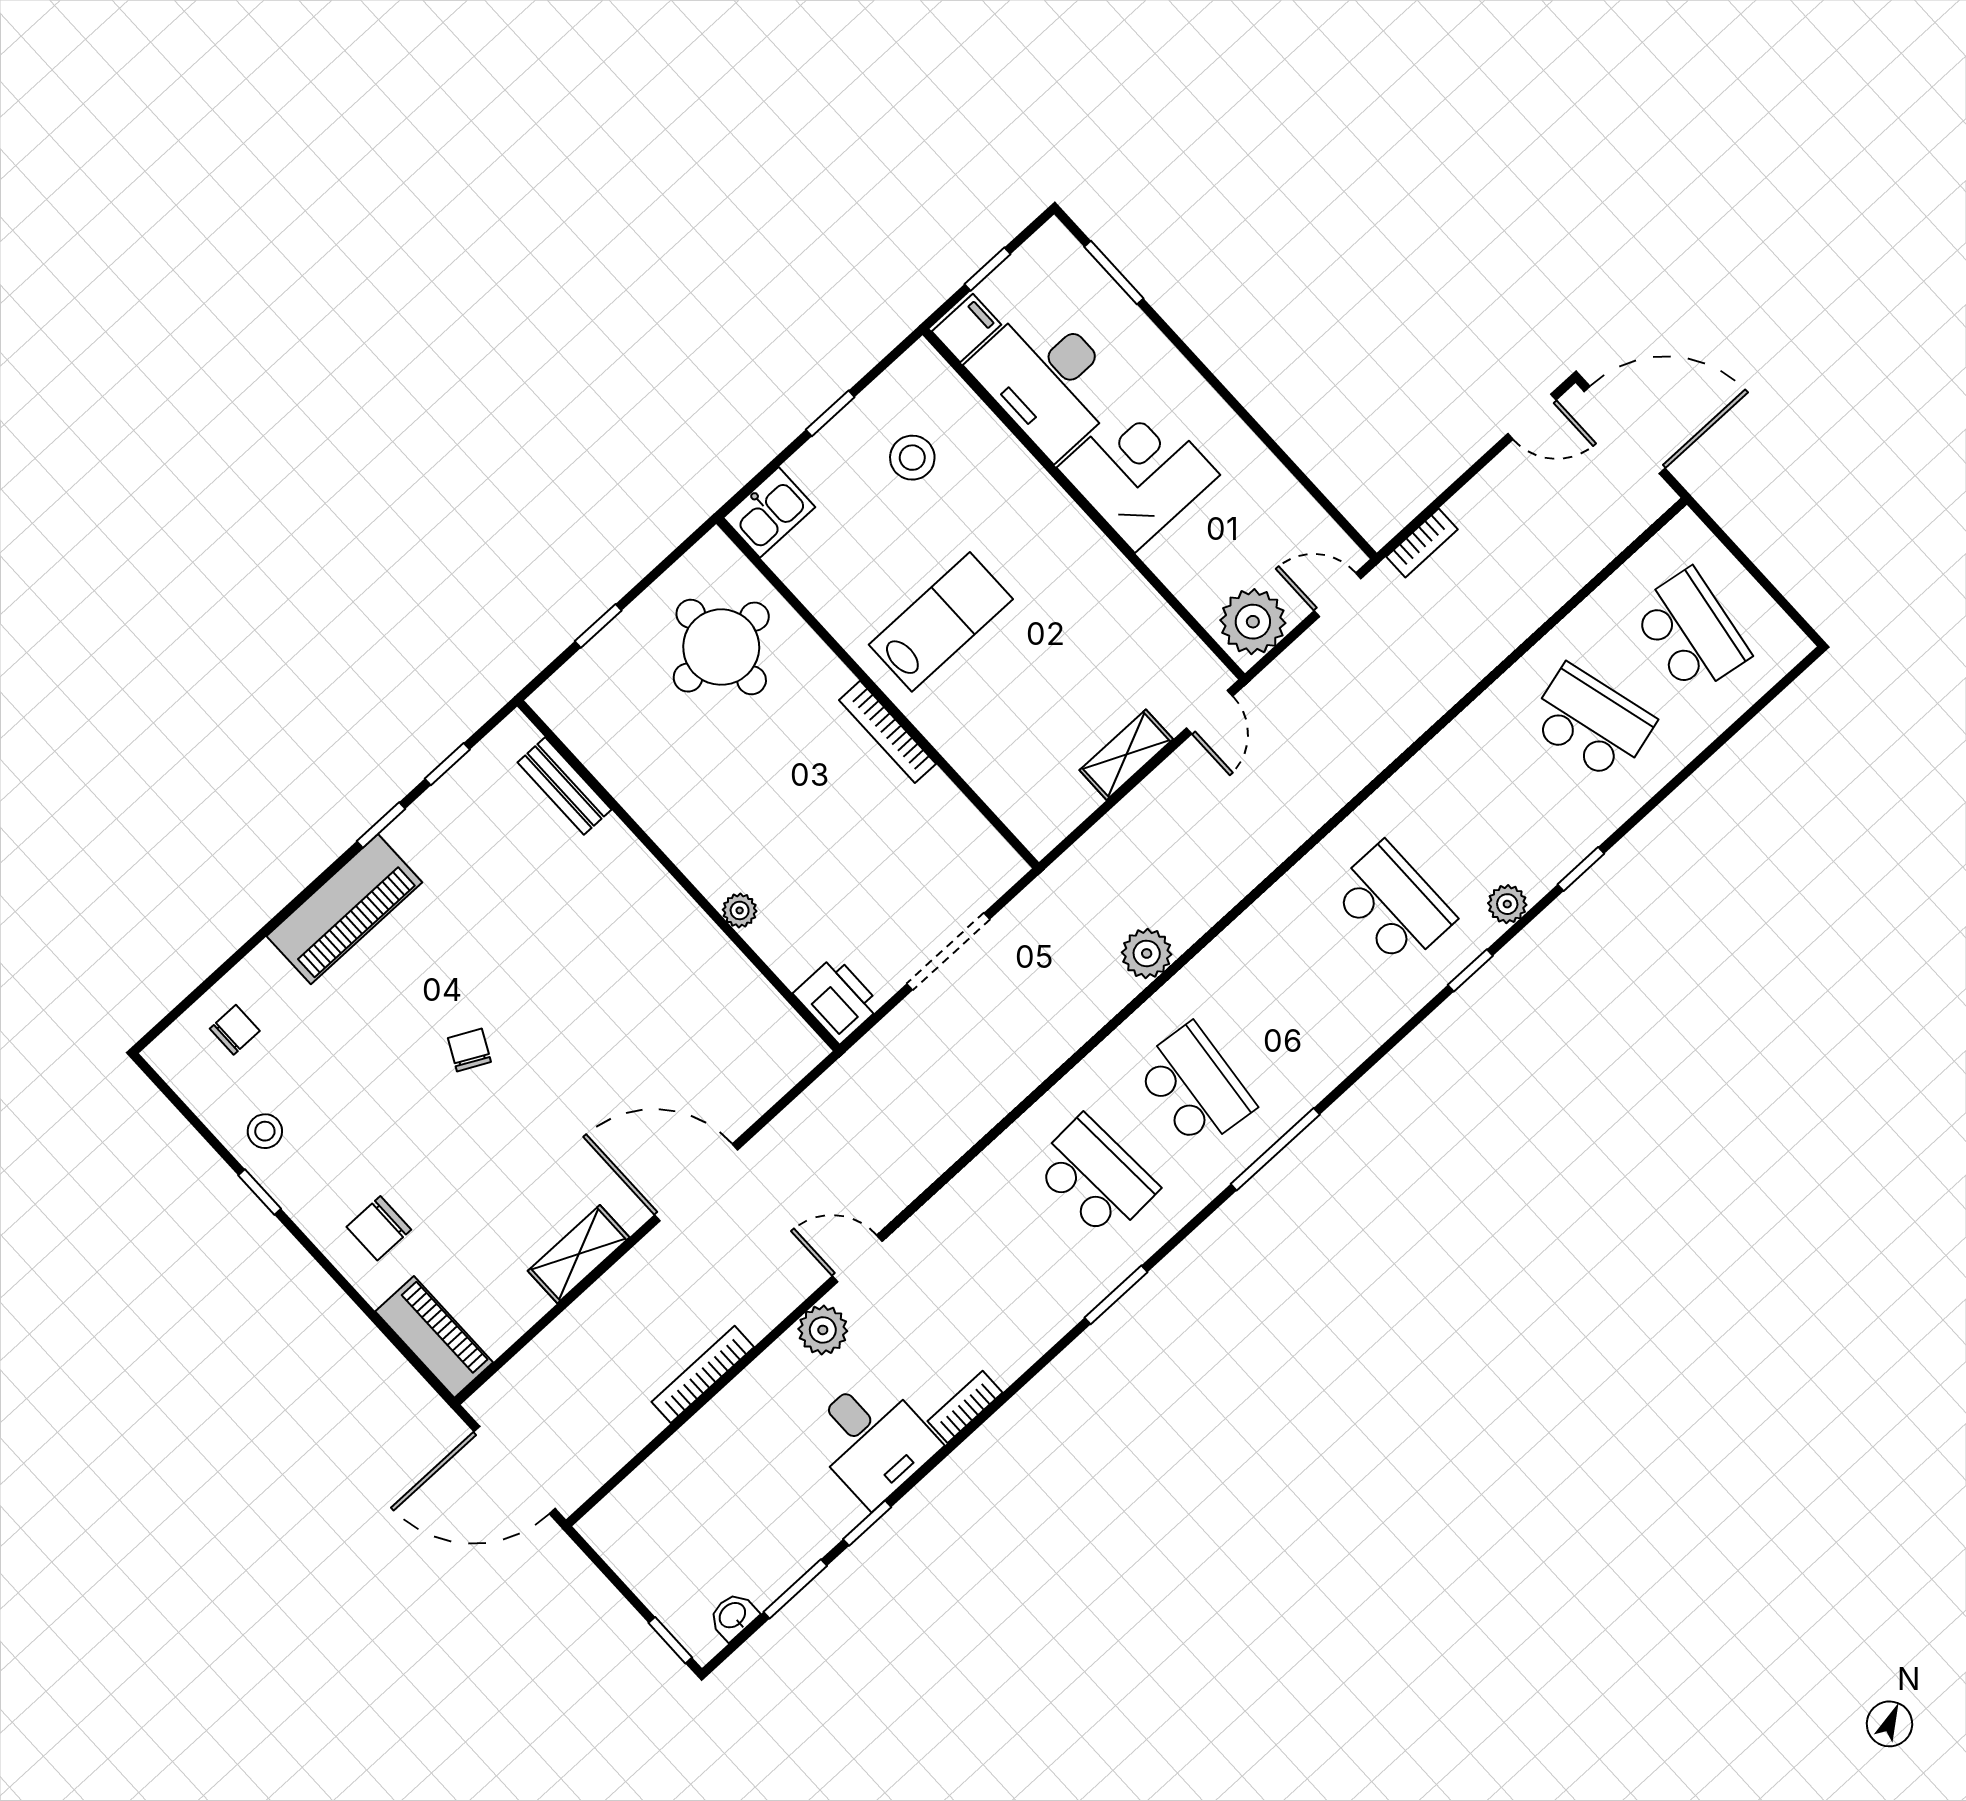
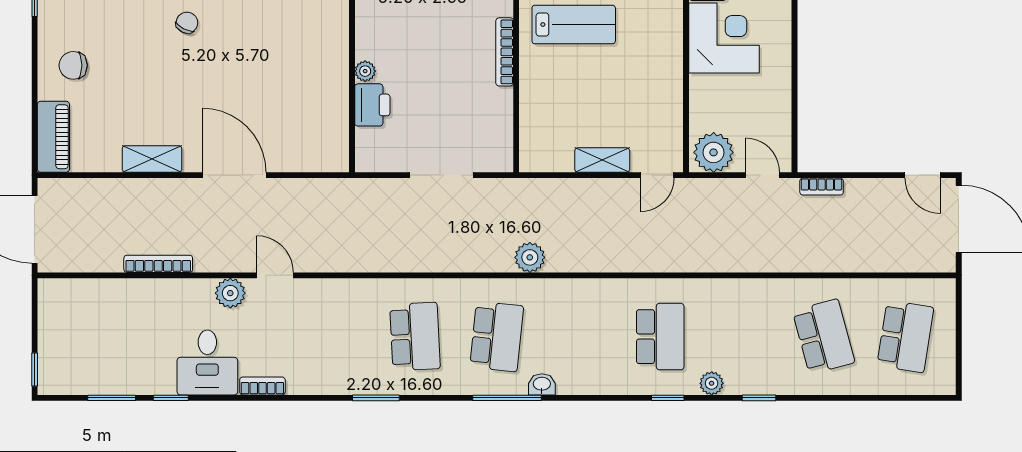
printer: (837, 1000) -> (372, 105), moved
washbasin: (733, 1616) -> (542, 384), moved

